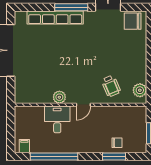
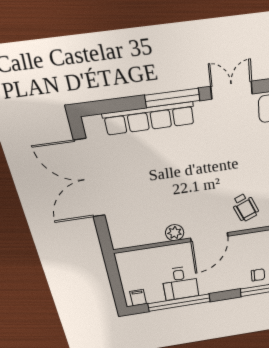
door: (83, 105) -> (209, 237), width x1.88
desk: (57, 119) -> (180, 283), moved, turned 180

